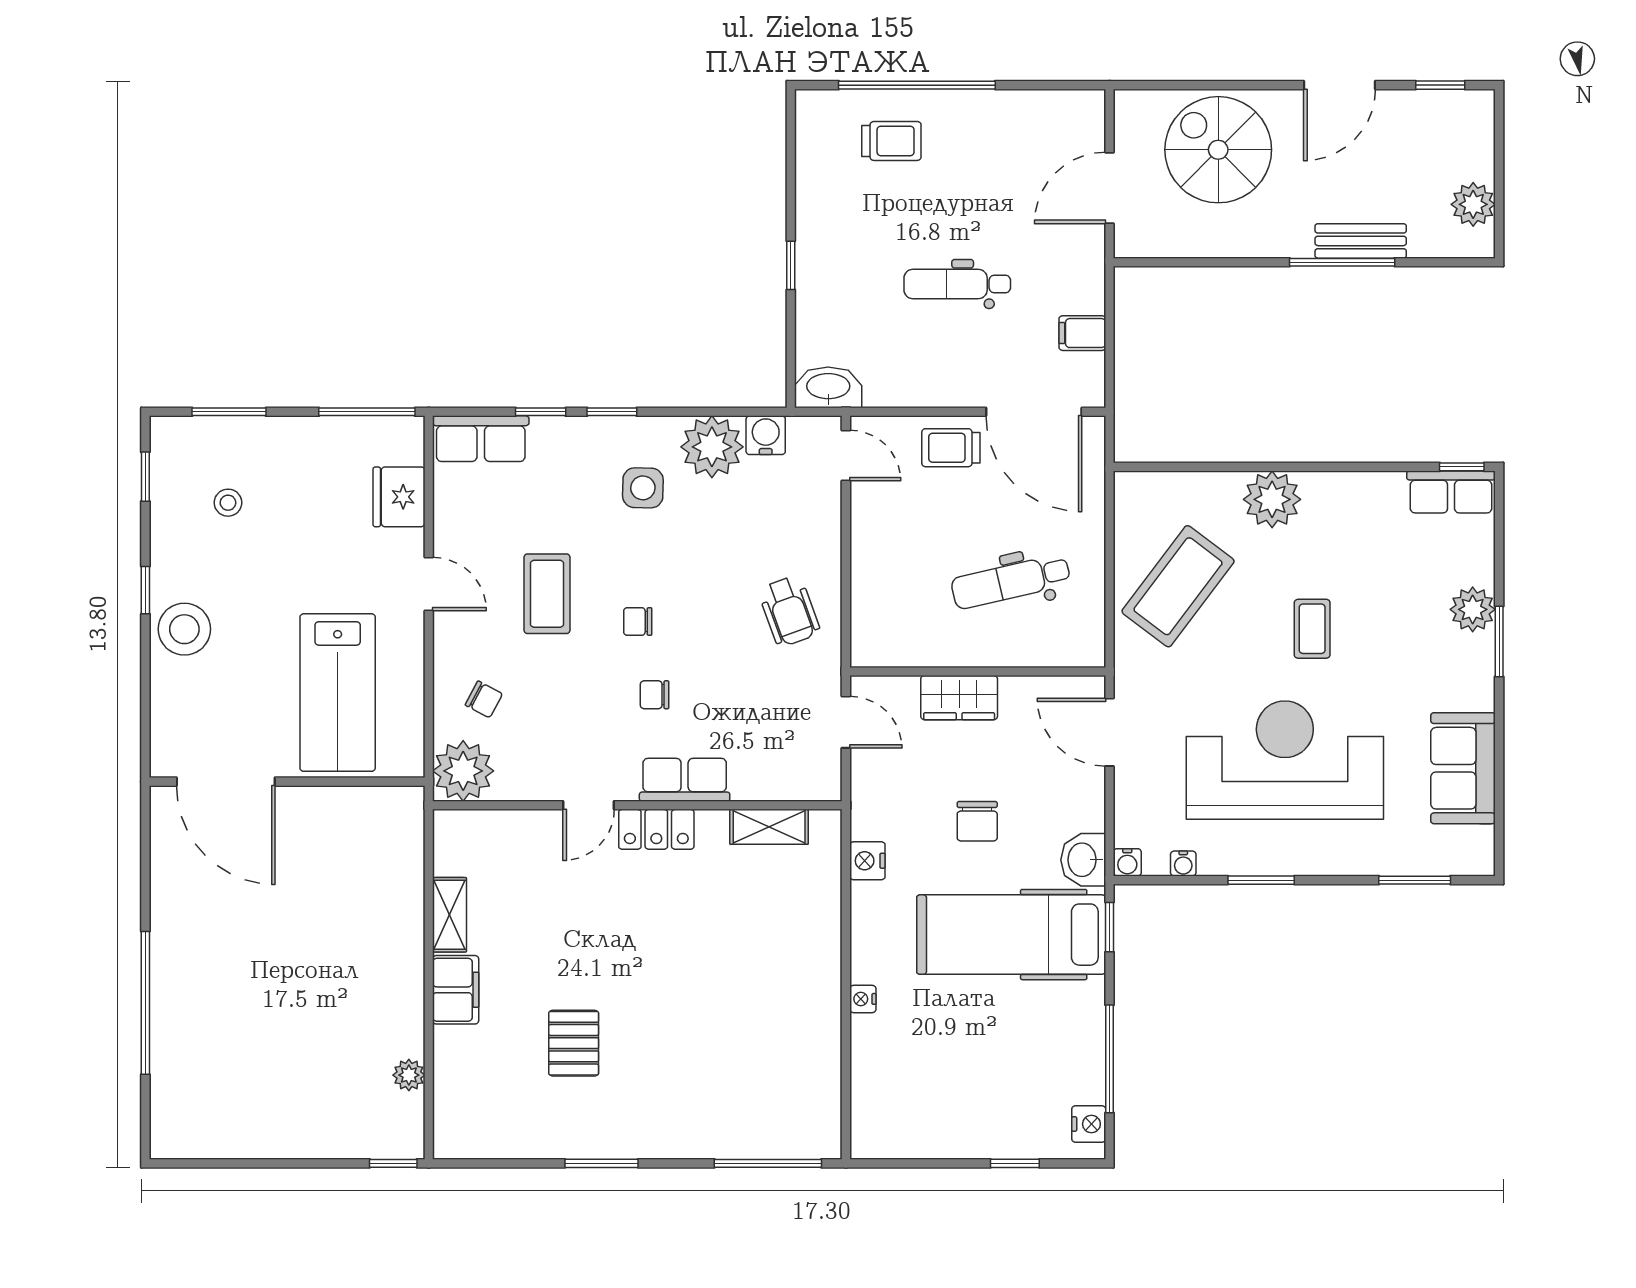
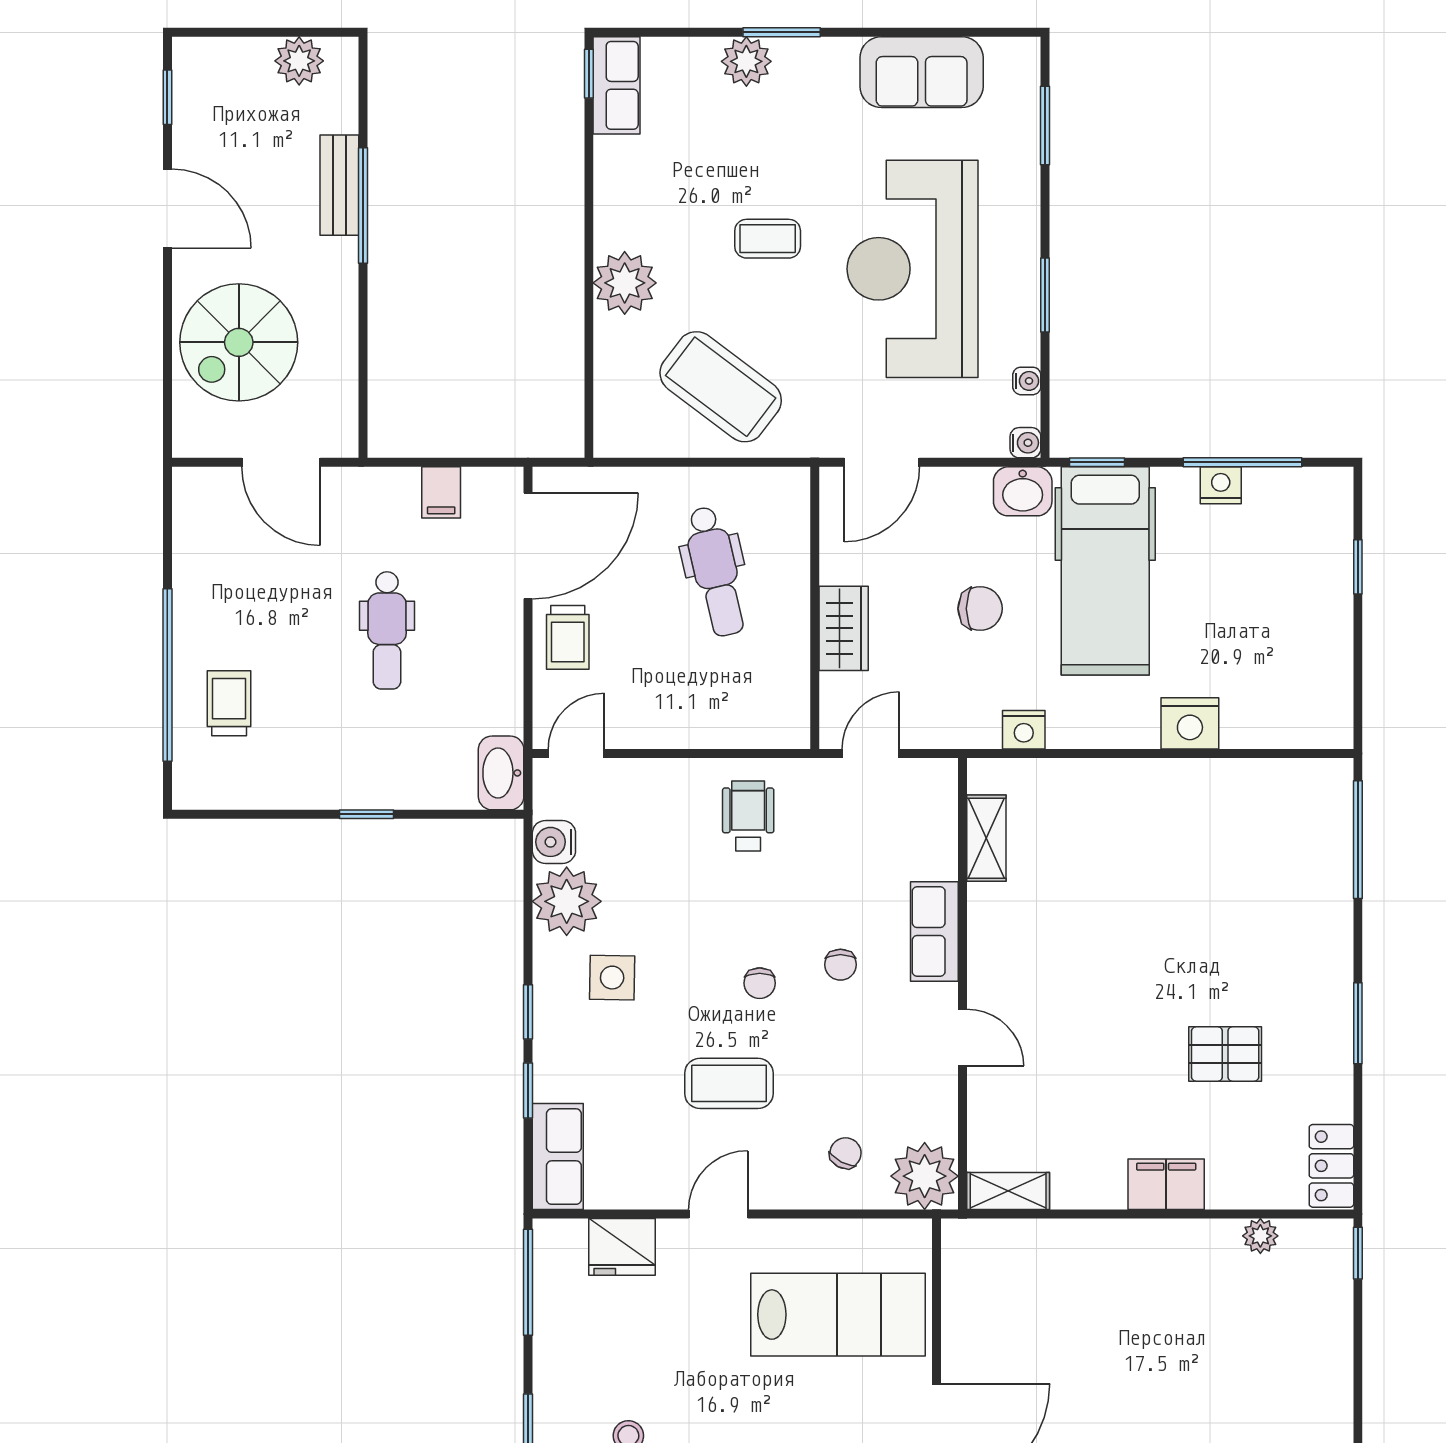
wheelchair: (789, 611) -> (748, 816), turned -70
locker: (656, 829) -> (1331, 1166), moved, turned 180
shelving: (449, 915) -> (1008, 1191), moved
nightstand: (863, 999) -> (1190, 723), width x1.89, depth x1.79
nightstand: (1089, 1124) -> (1221, 485), moved

